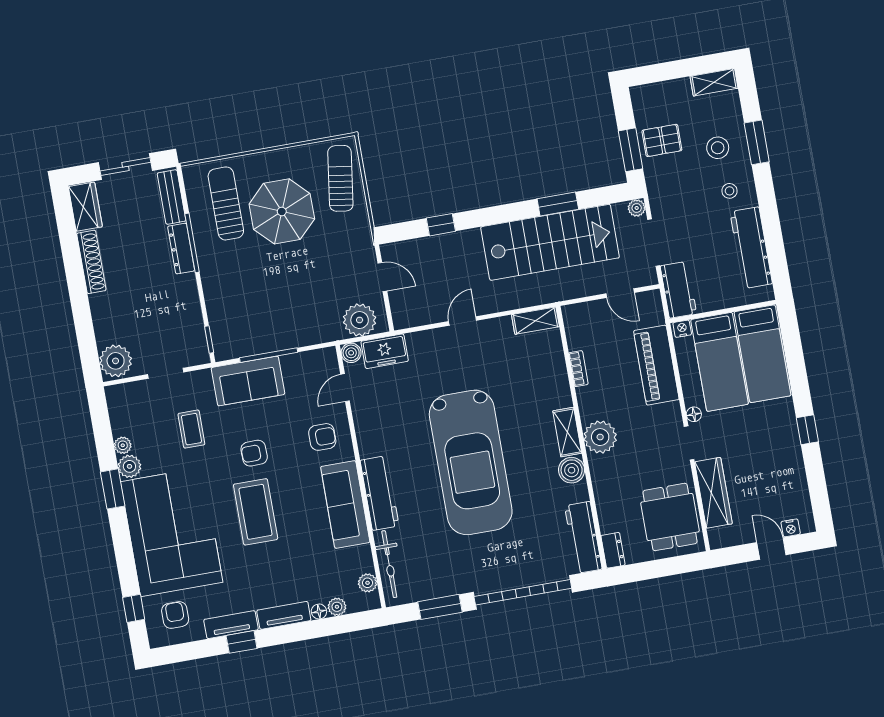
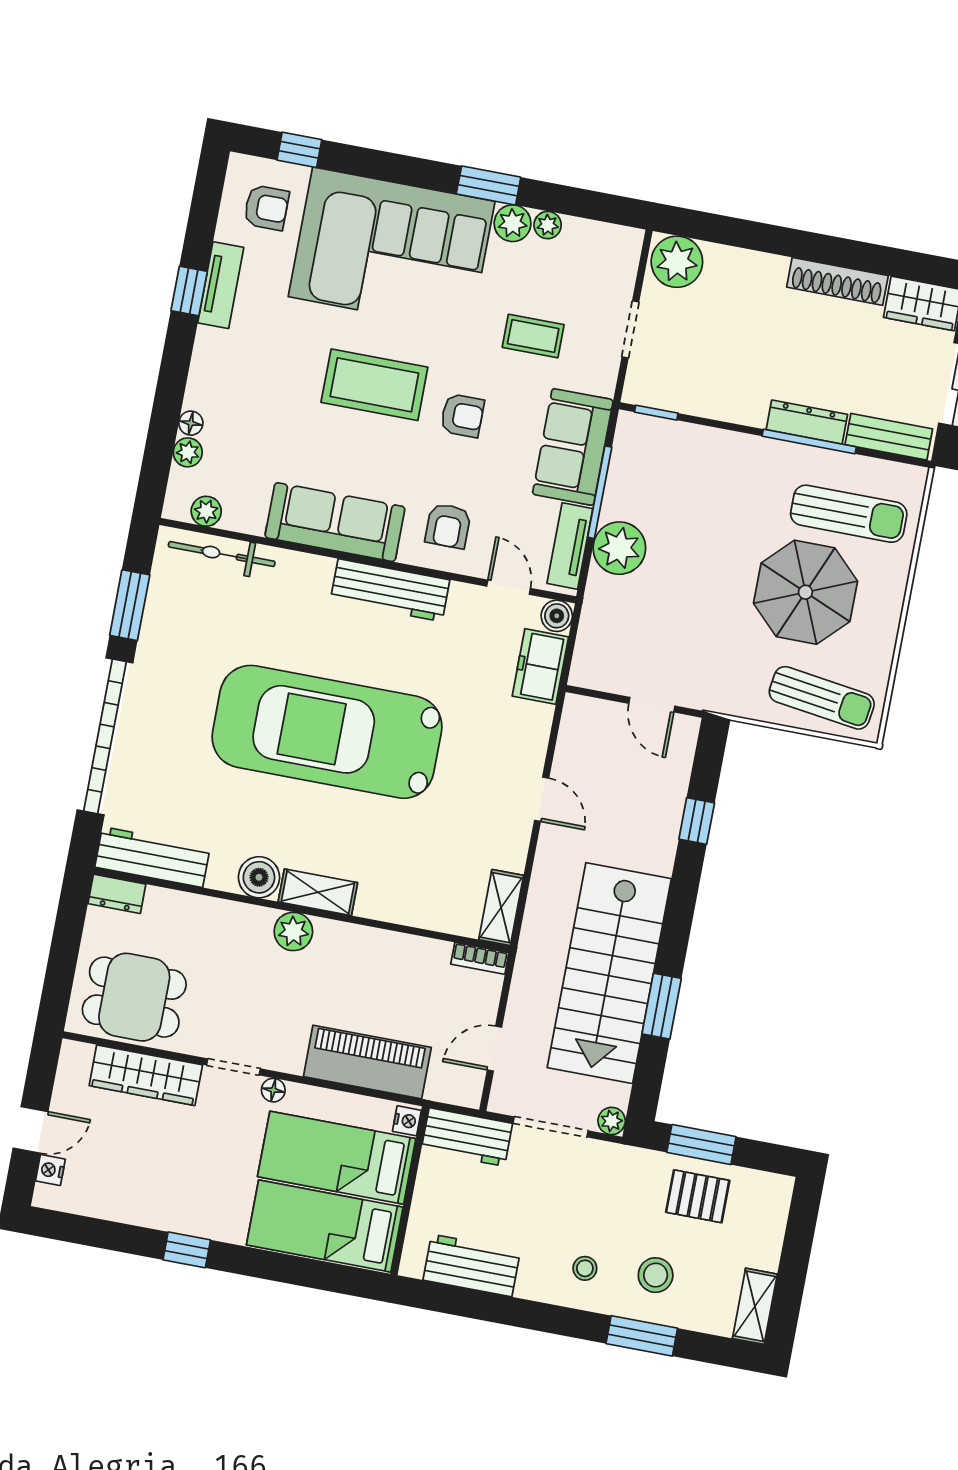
pallet: (662, 140) -> (698, 1196), turned 90
workbench: (751, 248) -> (472, 1265), width x0.73
door: (382, 277) -> (652, 705), hinge flipped
plant: (360, 320) -> (619, 548), moved
bookcase: (578, 369) -> (480, 958), moved
plant: (600, 437) -> (293, 931), width x0.73, depth x0.73
armchair: (254, 453) -> (462, 416), turned 91
workbench: (380, 493) -> (390, 590), moved
tv unit: (284, 615) -> (570, 546), moved, turned 180

